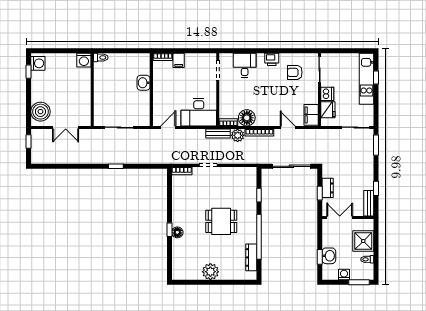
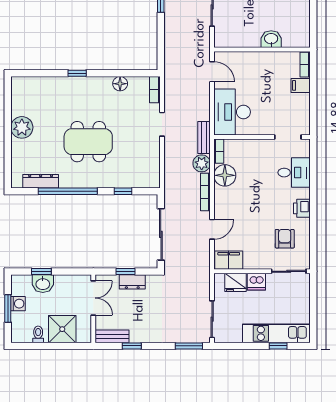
dining table: (221, 221) -> (88, 142), width x1.38
floor lamp: (177, 232) -> (120, 84), moved
window: (359, 282) -> (8, 308), moved

